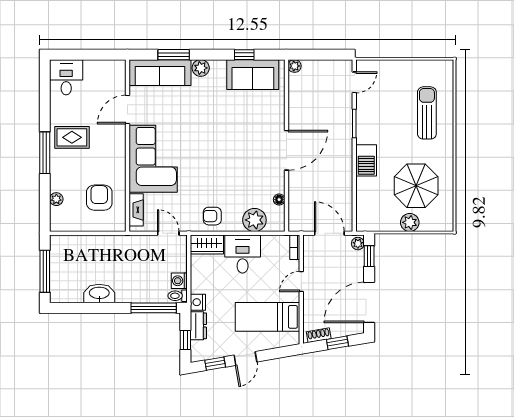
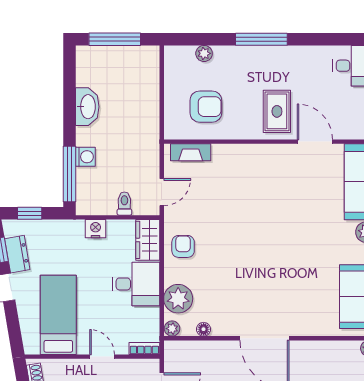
rug: (72, 137) -> (277, 111), moved
corner sofa: (153, 159) -> (254, 173), removed
plant: (279, 225) -> (172, 329), added
washing machine: (179, 281) -> (85, 157), moved, turned 90
toilet: (178, 296) -> (124, 204), moved
nightstand: (198, 302) -> (96, 229), moved
dresser: (198, 326) -> (17, 254), moved, turned -100

